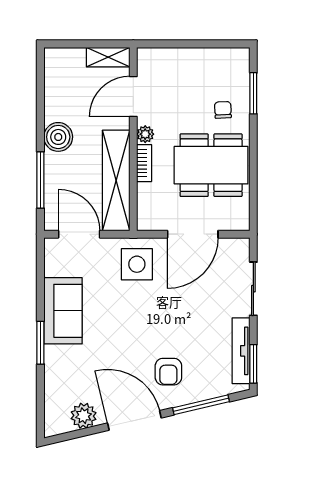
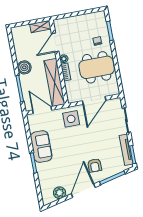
door: (134, 420) -> (83, 191), hinge flipped

